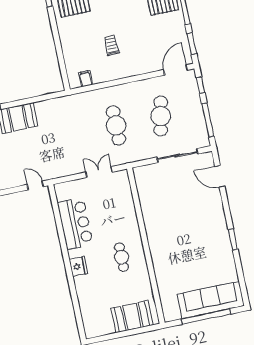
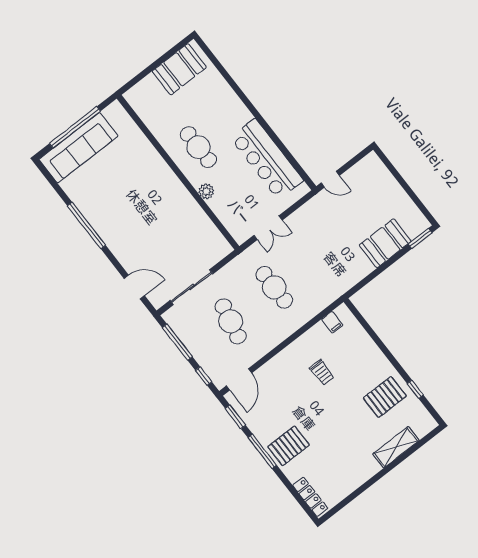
plant: (132, 221) -> (206, 191), added
bar counter: (75, 223) -> (267, 159), width x1.36
window: (233, 239) -> (86, 226), width x2.11
cafe table: (122, 257) -> (198, 147), width x1.37, depth x1.35
fridge: (78, 266) -> (241, 114), removed
booth: (132, 317) -> (179, 69), moved

